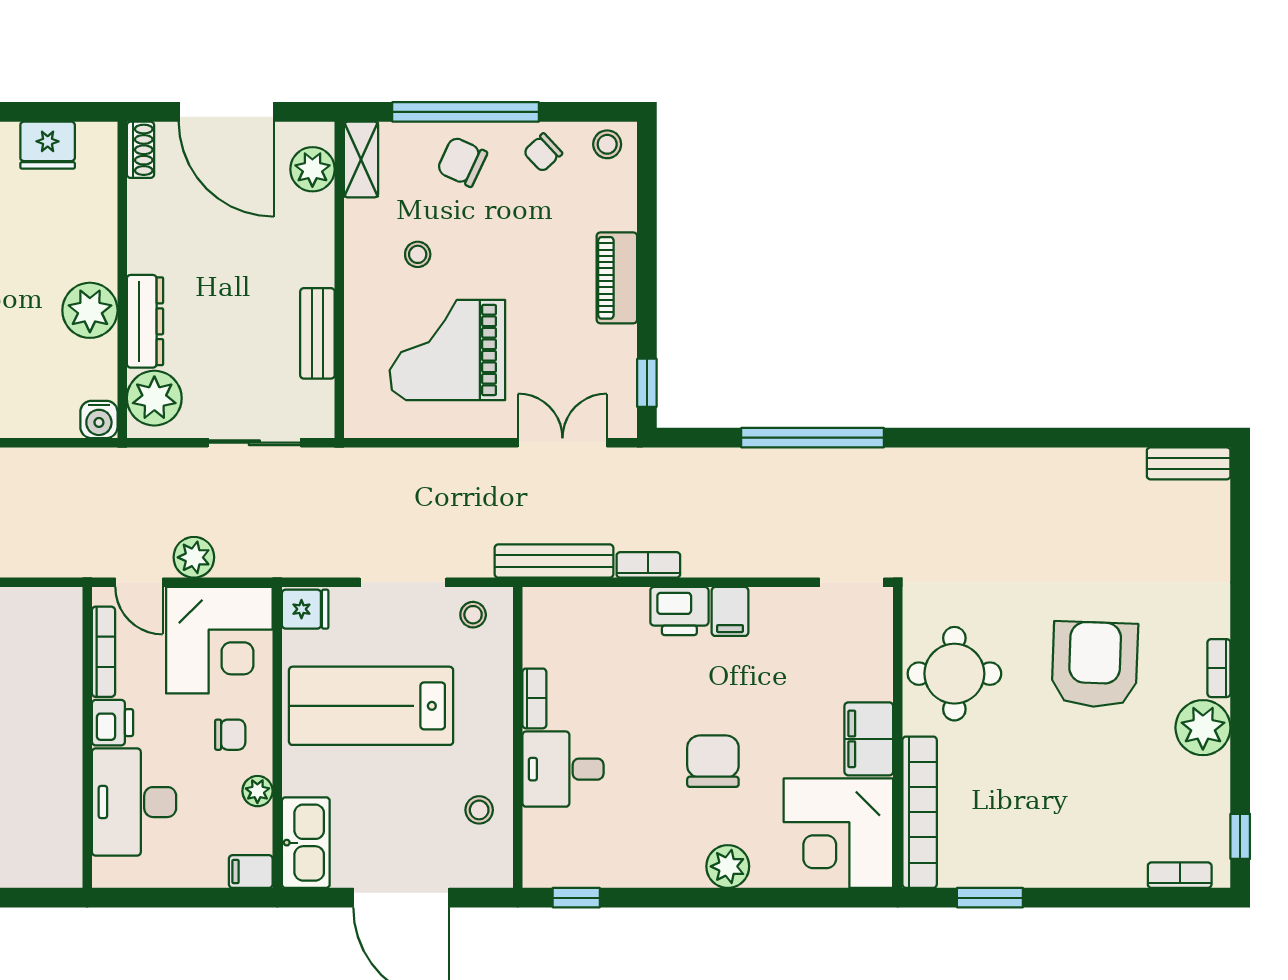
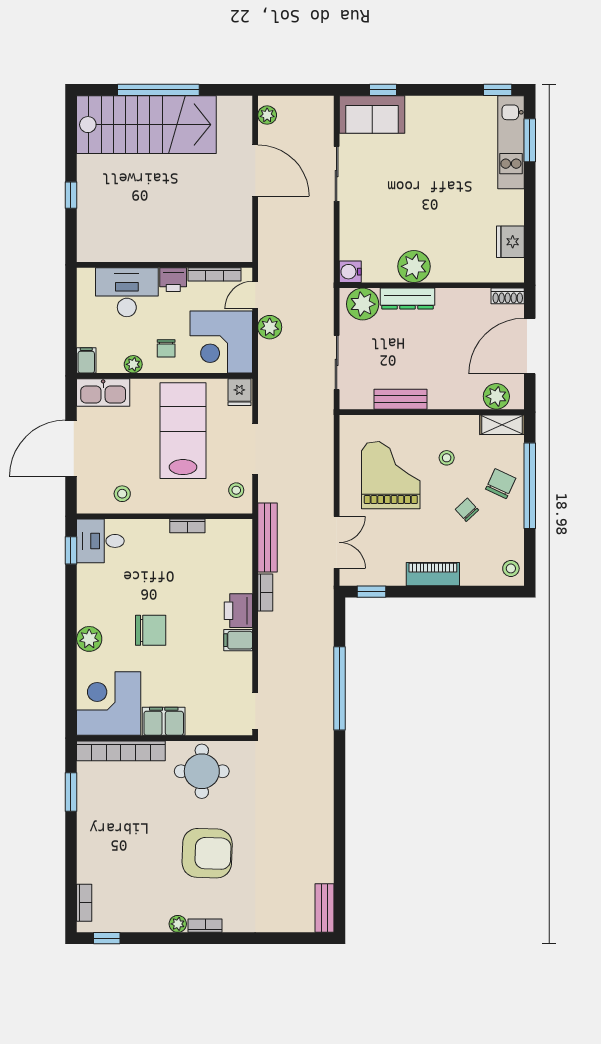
chair: (543, 153) -> (467, 510), moved
plant: (1203, 728) -> (178, 924), width x0.53, depth x0.53
desk: (563, 769) -> (100, 541), moved, turned -90

